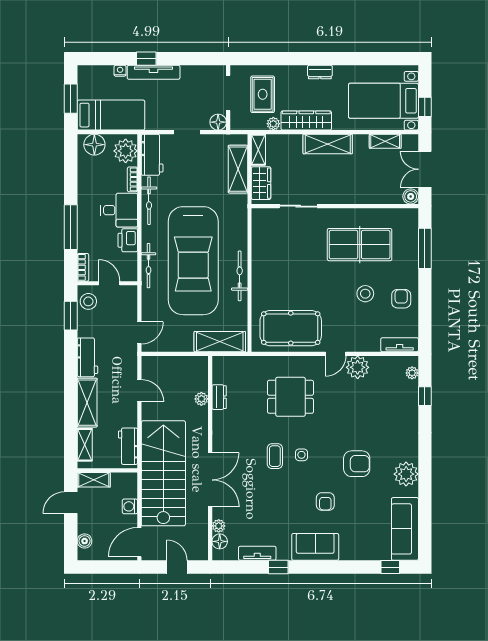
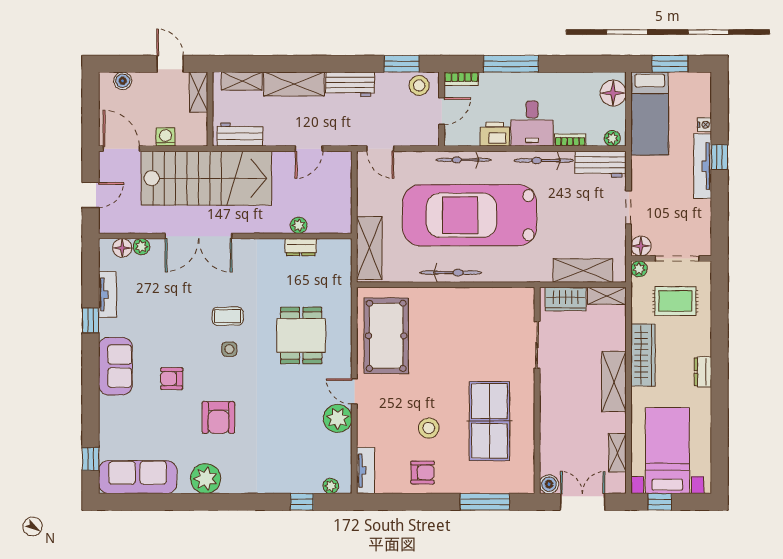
plant: (273, 124) -> (639, 269), moved
plant: (126, 151) -> (612, 138), width x0.53, depth x0.53

